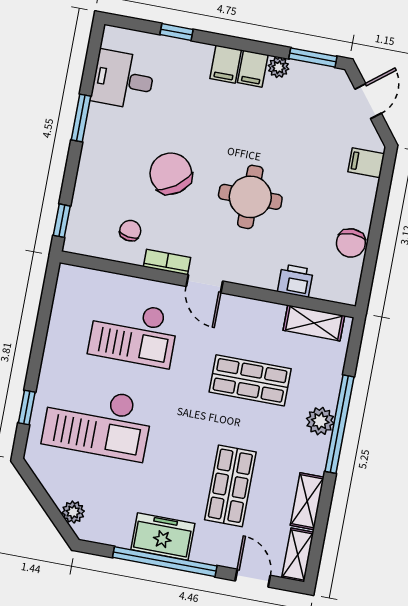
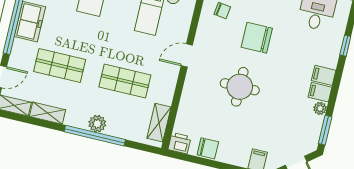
chair: (171, 174) -> (257, 38), turned -144
chair: (351, 243) -> (208, 148), turned 180
bookcase: (167, 262) -> (202, 33), removed
printer: (295, 281) -> (180, 143), moved, turned -90
shop shelf: (250, 380) -> (125, 81), turned 90

